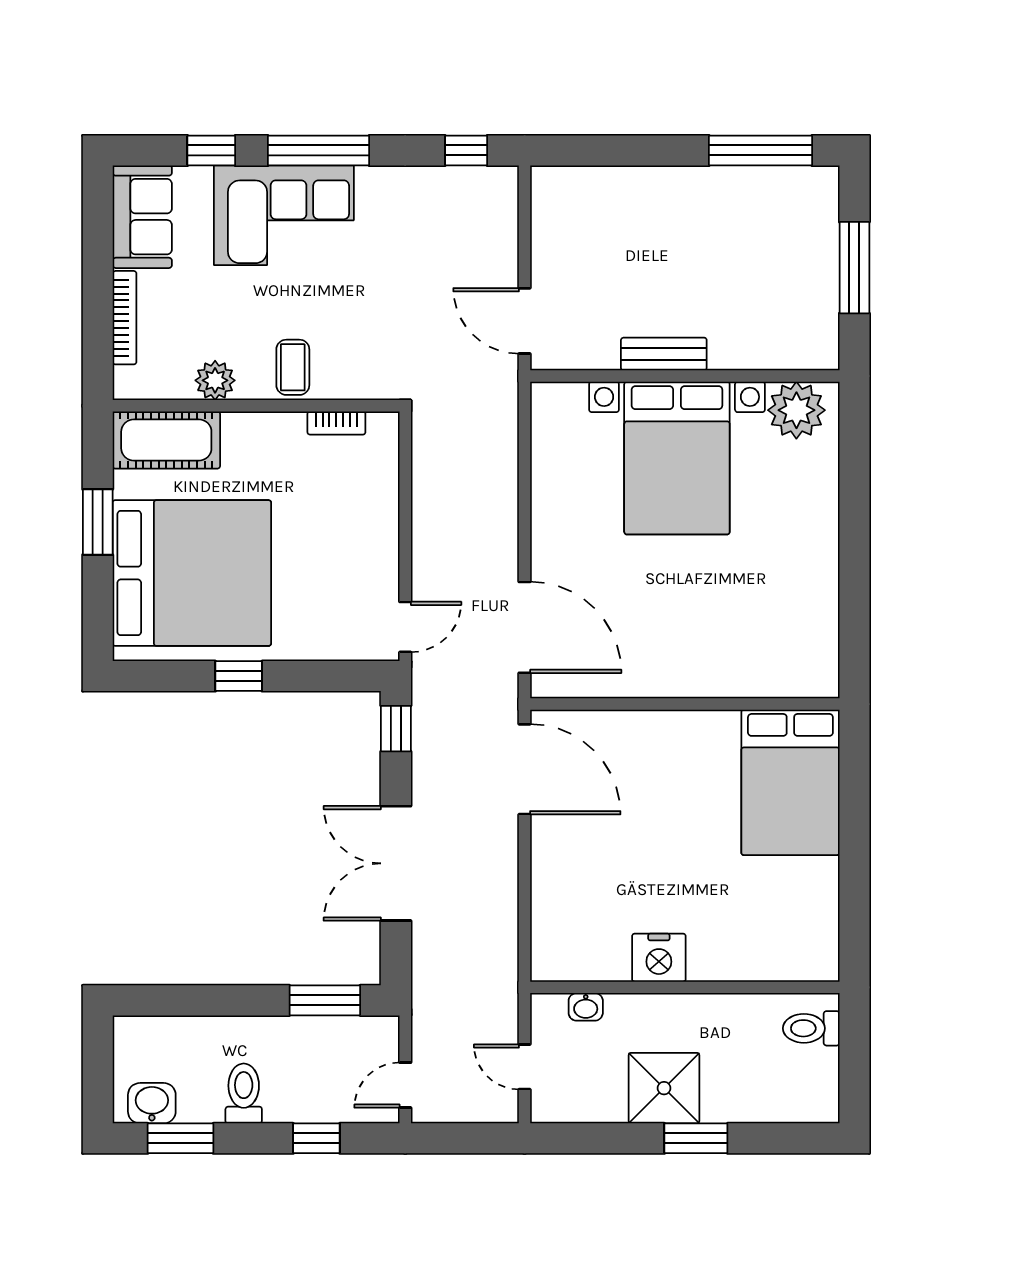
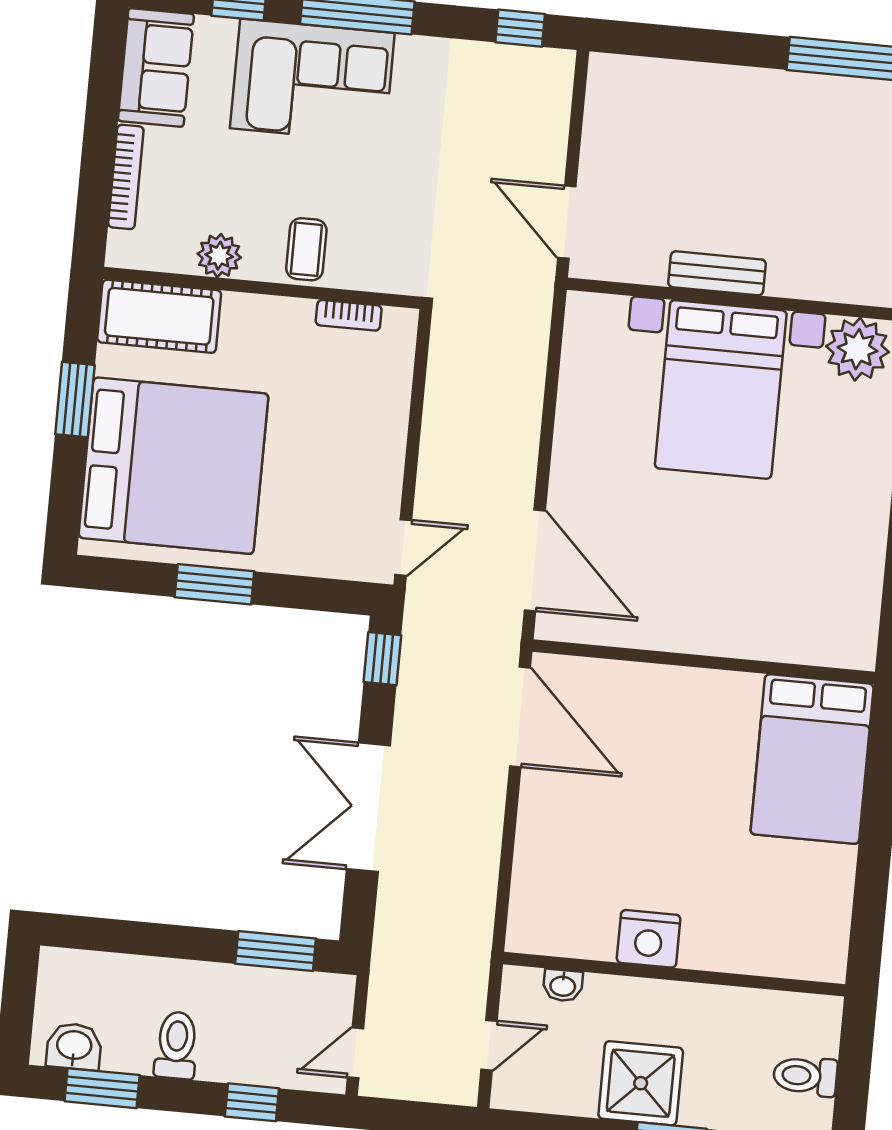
window: (239, 676) -> (214, 584), width x1.50
toilet: (811, 1028) -> (805, 1076), moved
door: (525, 1067) -> (489, 1045), swing flipped

